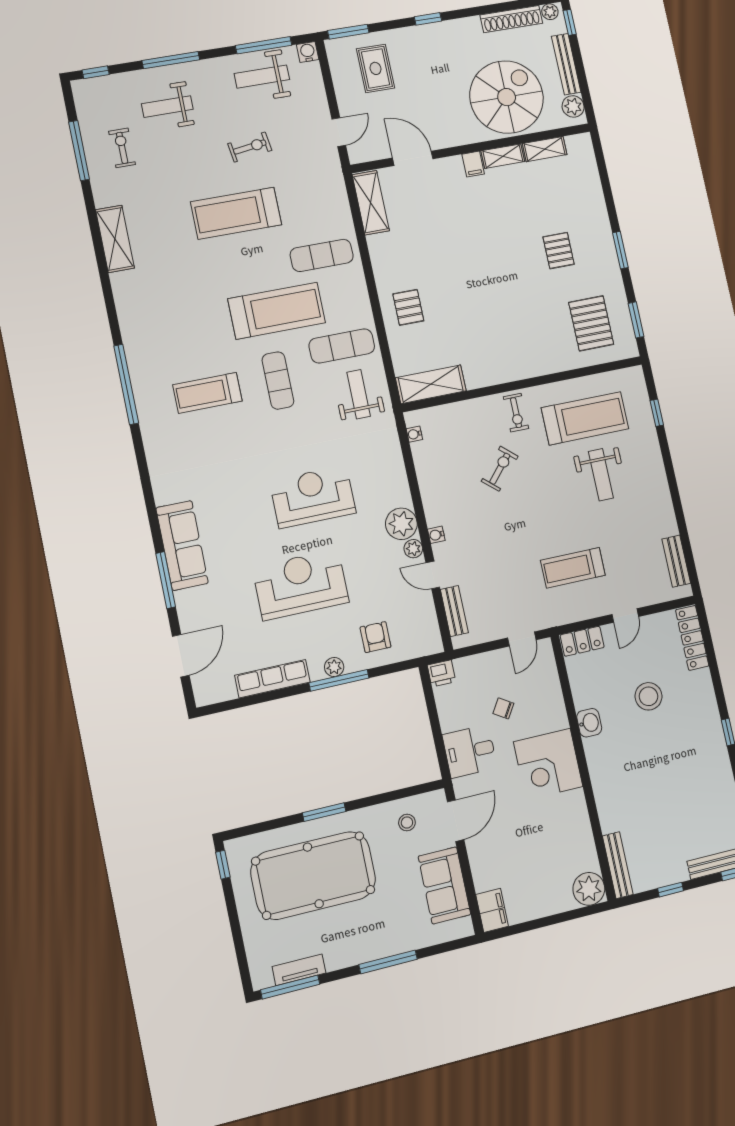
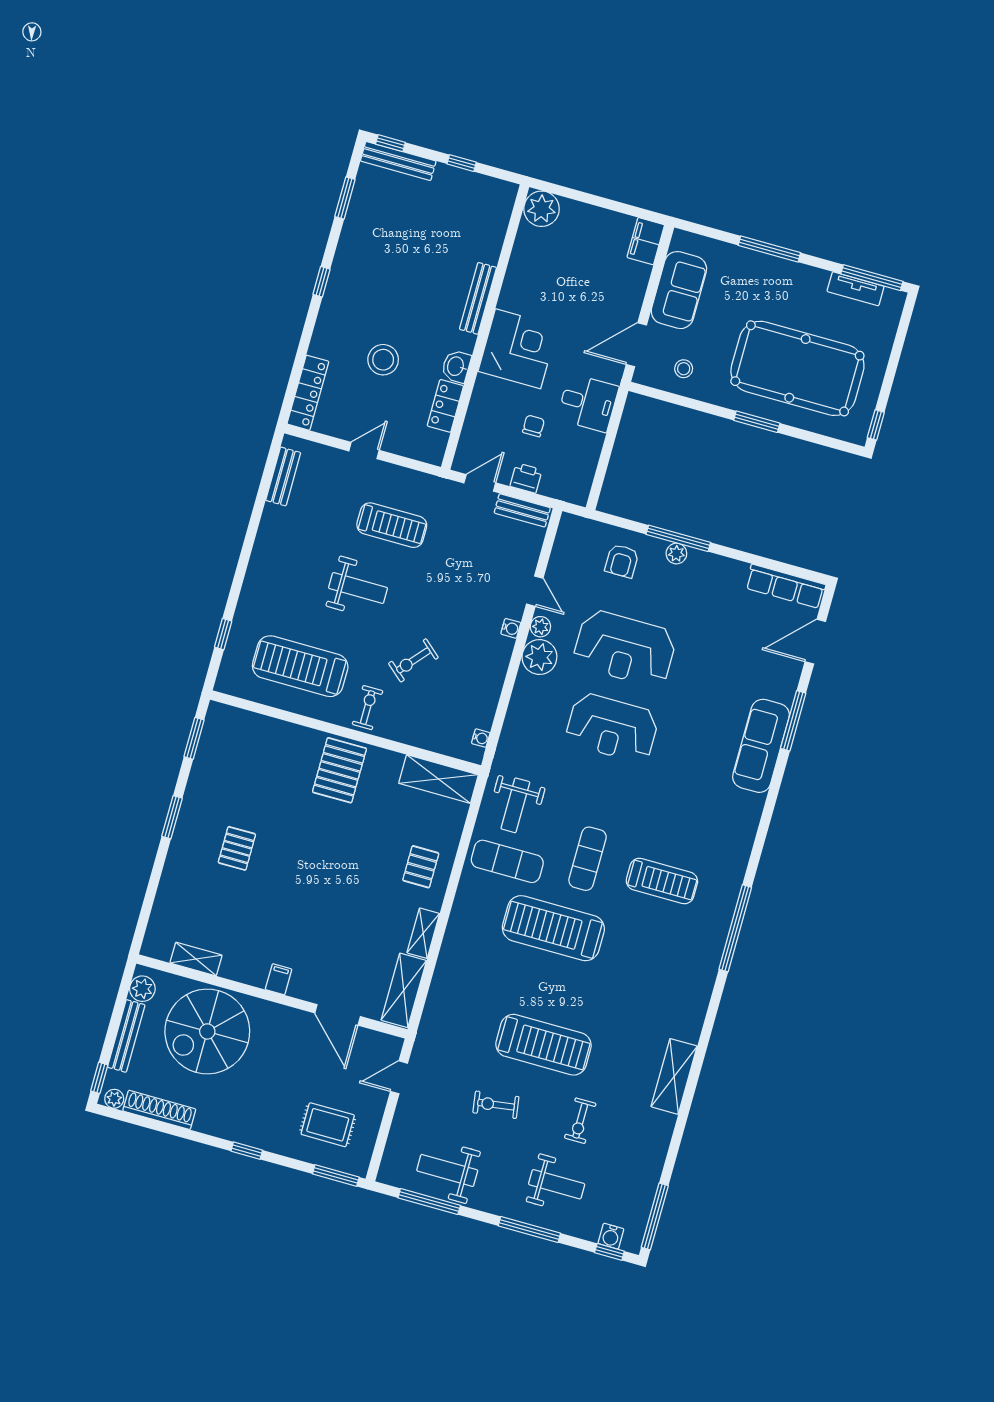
water cooler: (308, 52) -> (611, 1236), moved
rug: (375, 68) -> (328, 1125), turned 90
weight bench: (262, 77) -> (447, 1170), turned 180
exercise bike: (122, 148) -> (580, 1121), moved
window: (79, 151) -> (655, 1216), moved
shelving: (503, 156) -> (423, 933), moved, turned 90
exercise mat: (322, 255) -> (480, 961), removed
pallet: (591, 323) -> (339, 770), moved
weight bench: (601, 475) -> (358, 588), moved, turned 90
reception desk: (301, 585) -> (625, 648), moved
bench: (454, 611) -> (522, 510), moved, turned 90
locker: (582, 641) -> (445, 406), moved, turned -90
printer: (442, 673) -> (526, 478), moved
row of seats: (272, 679) -> (786, 586), moved
chair: (503, 708) -> (534, 426), turned -122
bench: (618, 865) -> (478, 298), moved

